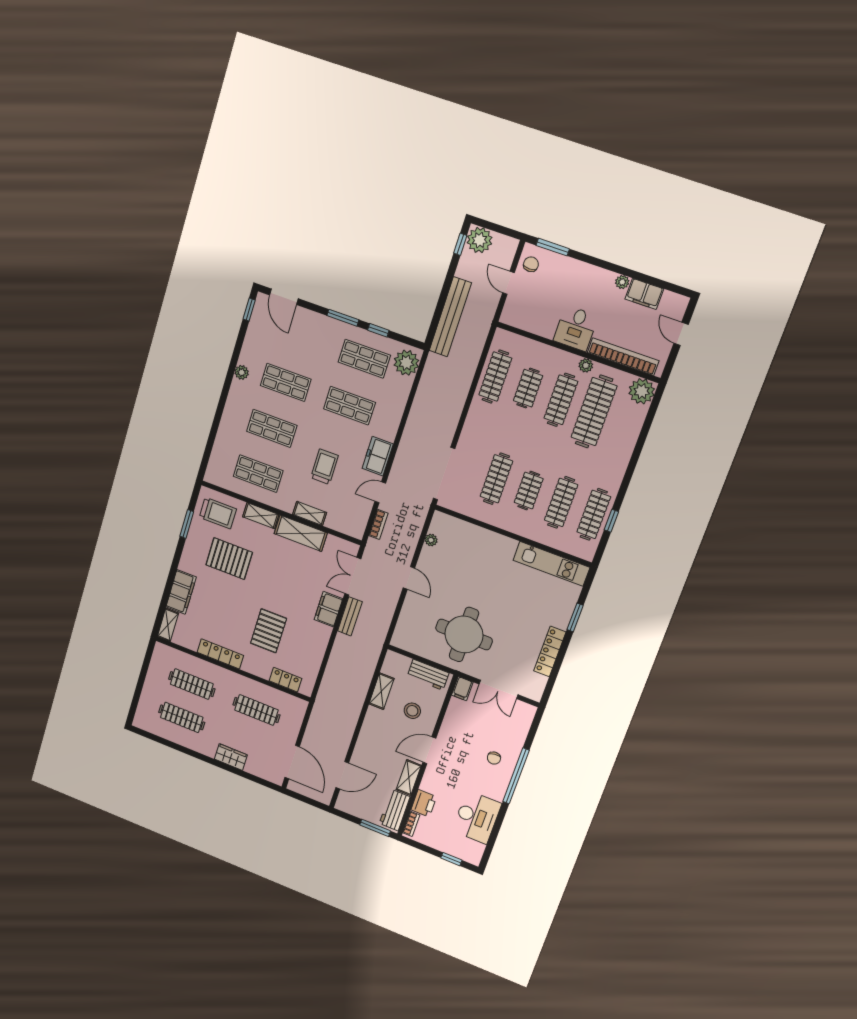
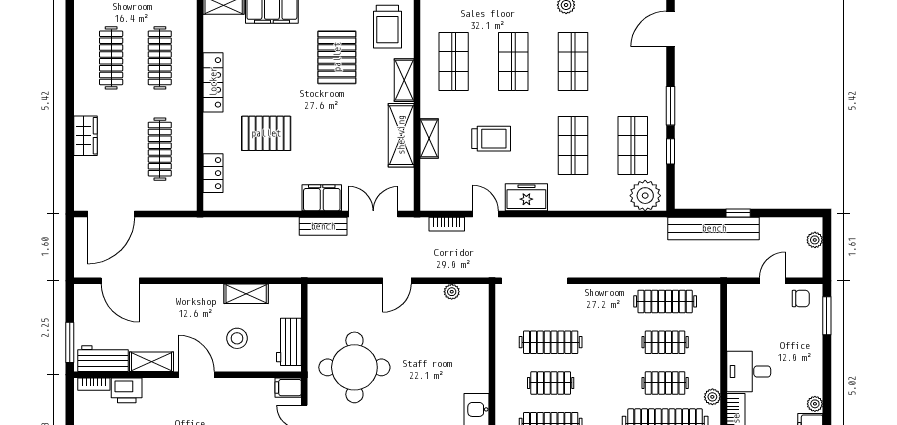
plant: (480, 240) -> (815, 240), width x0.53, depth x0.53
window: (460, 244) -> (738, 213), moved
clothes rail: (561, 400) -> (665, 383), width x0.73

